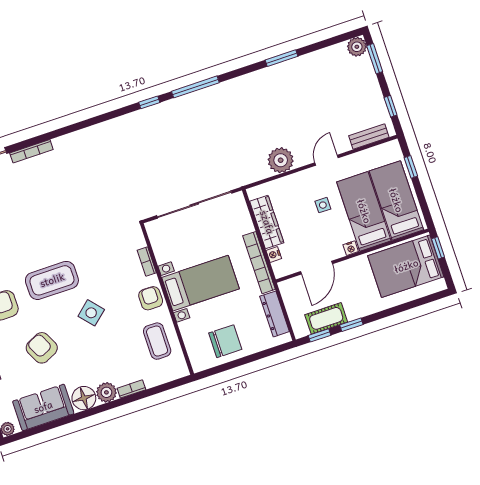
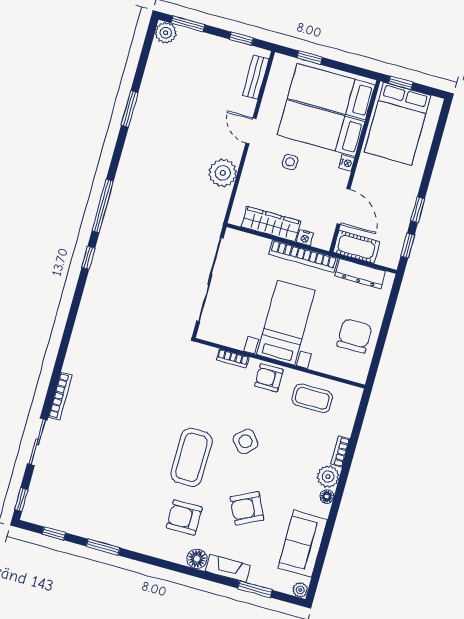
cot: (326, 318) -> (356, 247), moved, turned 90
floor lamp: (84, 398) -> (327, 497), width x0.53, depth x0.53

